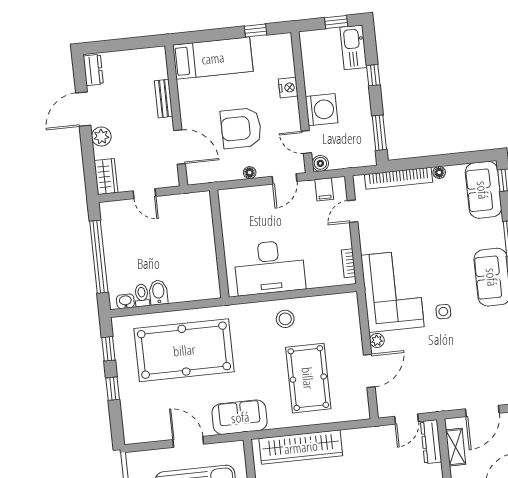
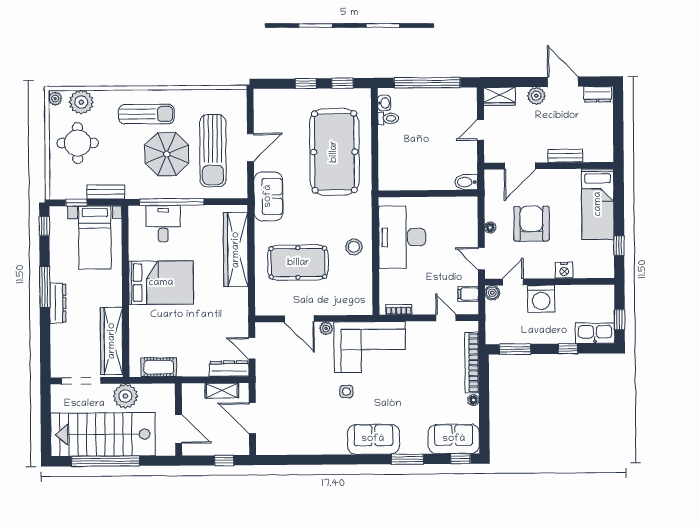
bidet: (158, 292) -> (466, 182), moved, turned 180

